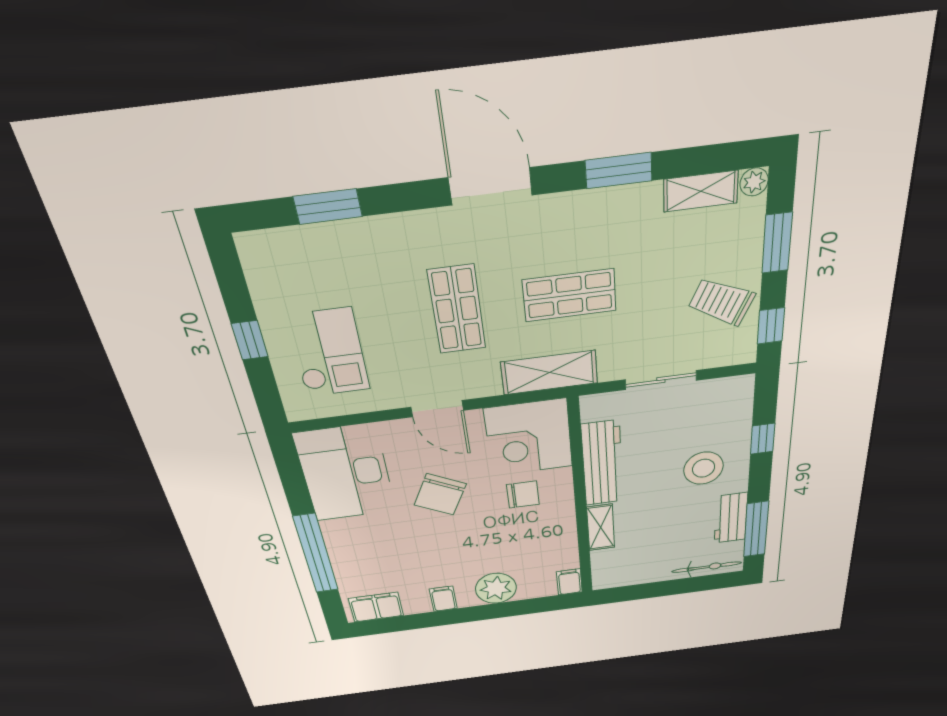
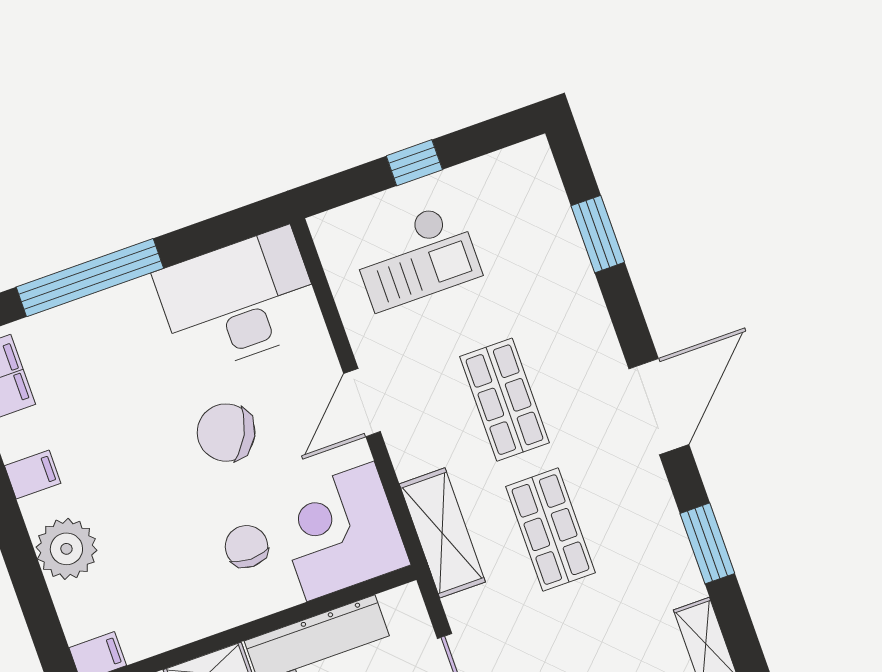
shop shelf: (457, 310) -> (504, 400), turned 90
chair: (523, 494) -> (247, 546), turned 180

